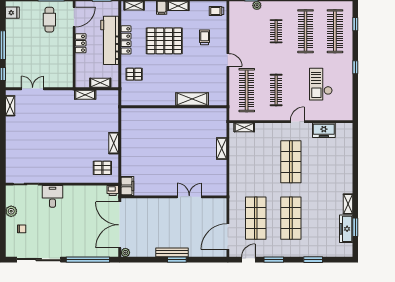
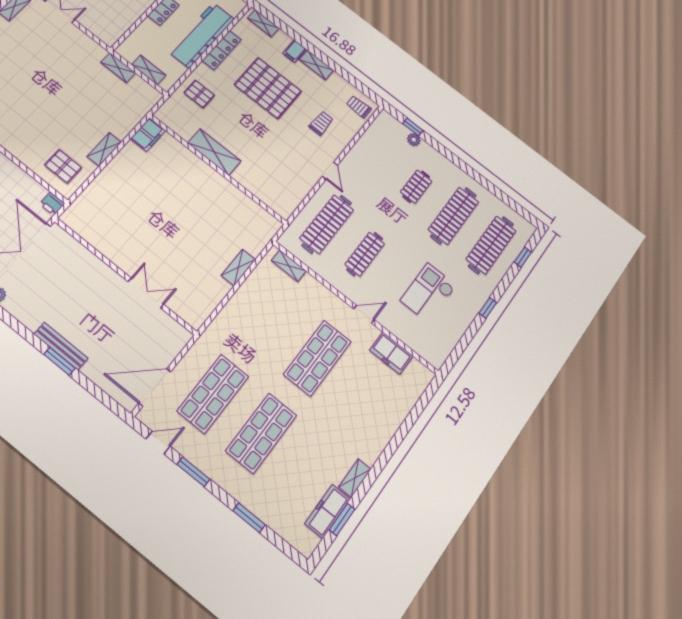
shelving: (192, 99) -> (214, 152), moved
filing cabinet: (127, 186) -> (148, 135), moved

